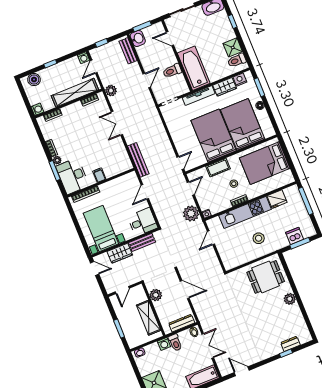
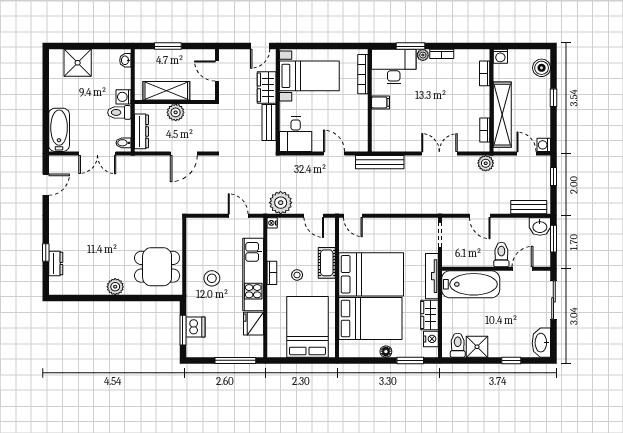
toilet: (172, 71) -> (501, 255), moved
dining table: (266, 277) -> (157, 267), turned 90
plant: (156, 295) -> (176, 112), moved

